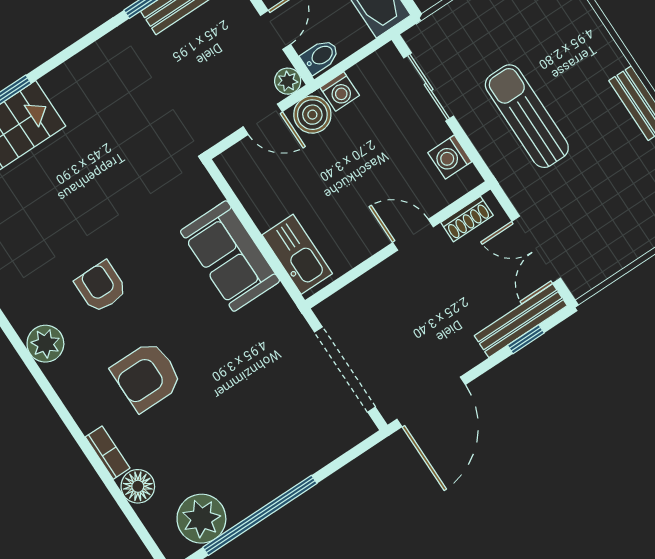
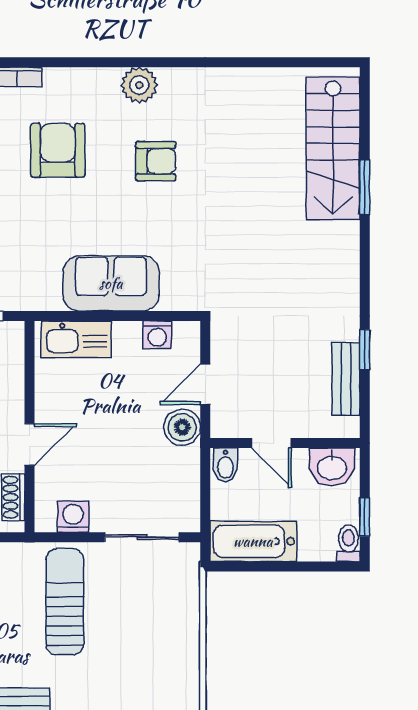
plant: (288, 81) -> (223, 425), removed
washing machine: (340, 91) -> (157, 335), moved, turned -90
sun lounger: (527, 116) -> (65, 602), turned -90

